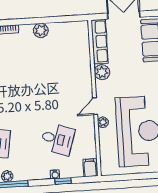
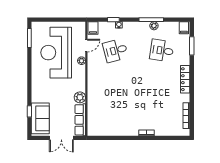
plant: (41, 30) -> (123, 131), removed
door: (95, 106) -> (86, 46), moved
desk: (58, 139) -> (115, 51), turned -33

